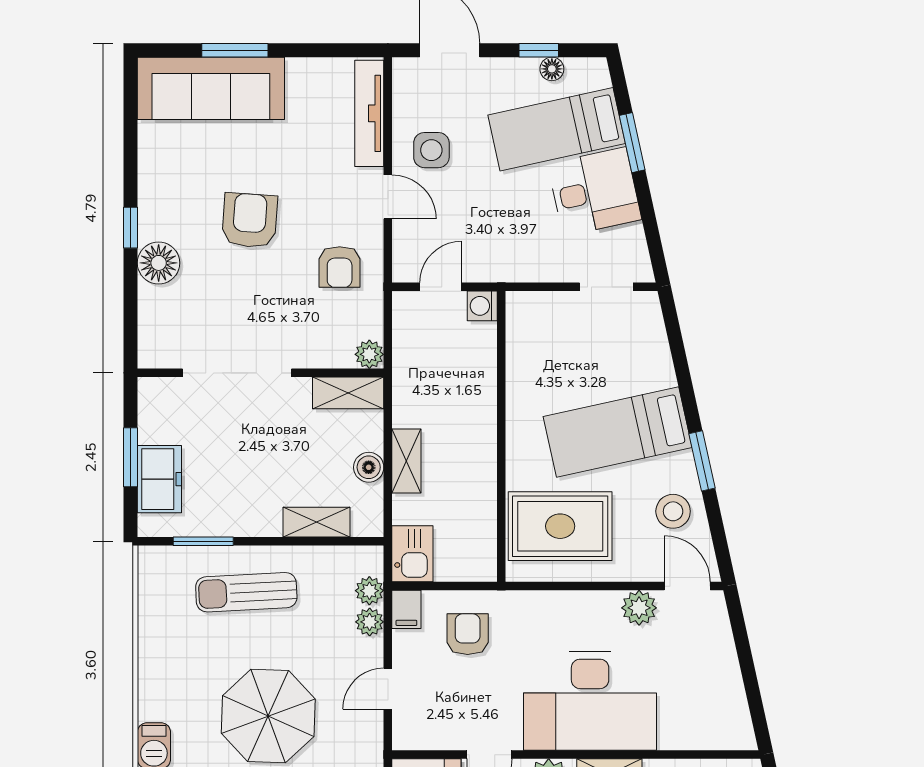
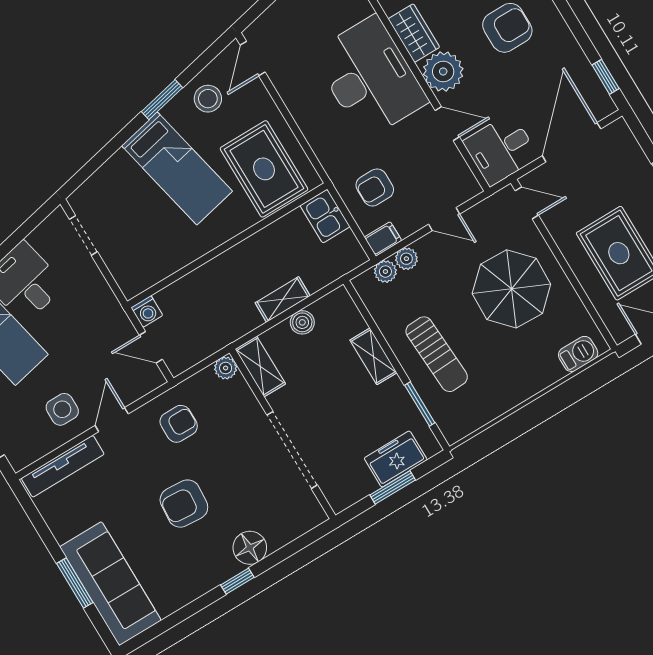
shelving: (317, 522) -> (373, 356), moved
kitchen sink: (412, 554) -> (325, 216), moved, turned -90
plant: (639, 608) -> (287, 82), removed

